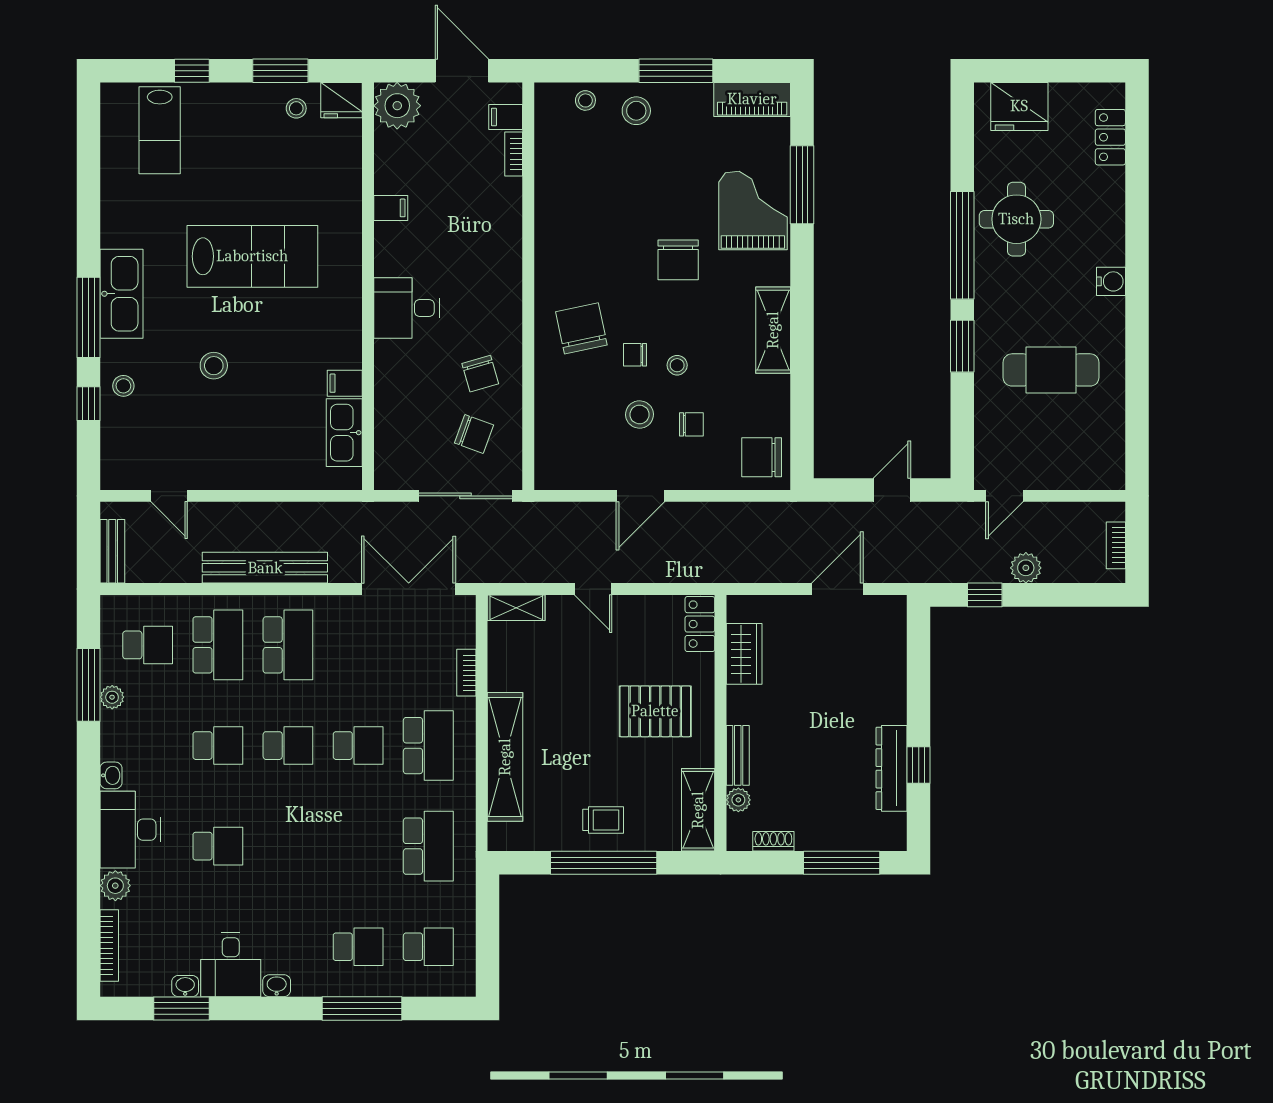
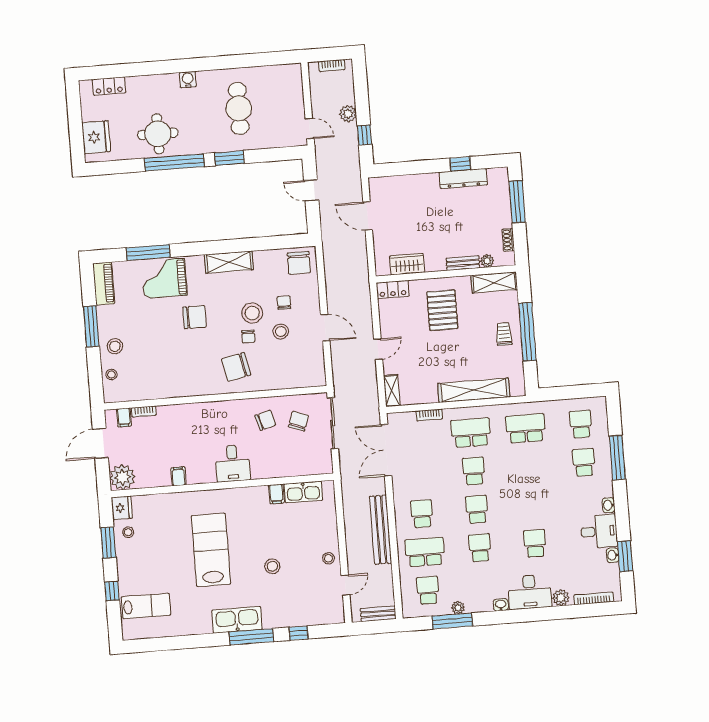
stool: (677, 365) -> (252, 313), width x1.89, depth x1.89
stool: (123, 386) -> (328, 558), moved
school desk: (288, 645) -> (422, 514), width x0.54

